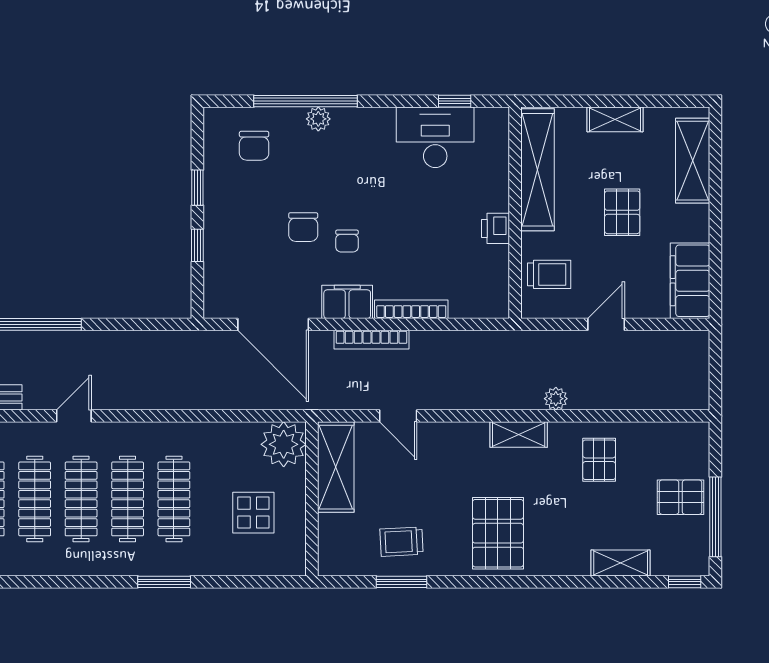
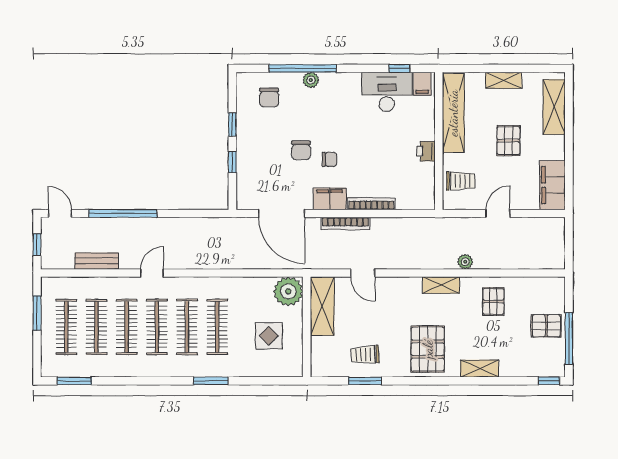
filing cabinet: (490, 125) -> (422, 84), added
chair: (347, 241) -> (330, 159), turned -90
shelving: (621, 563) -> (480, 369), moved

